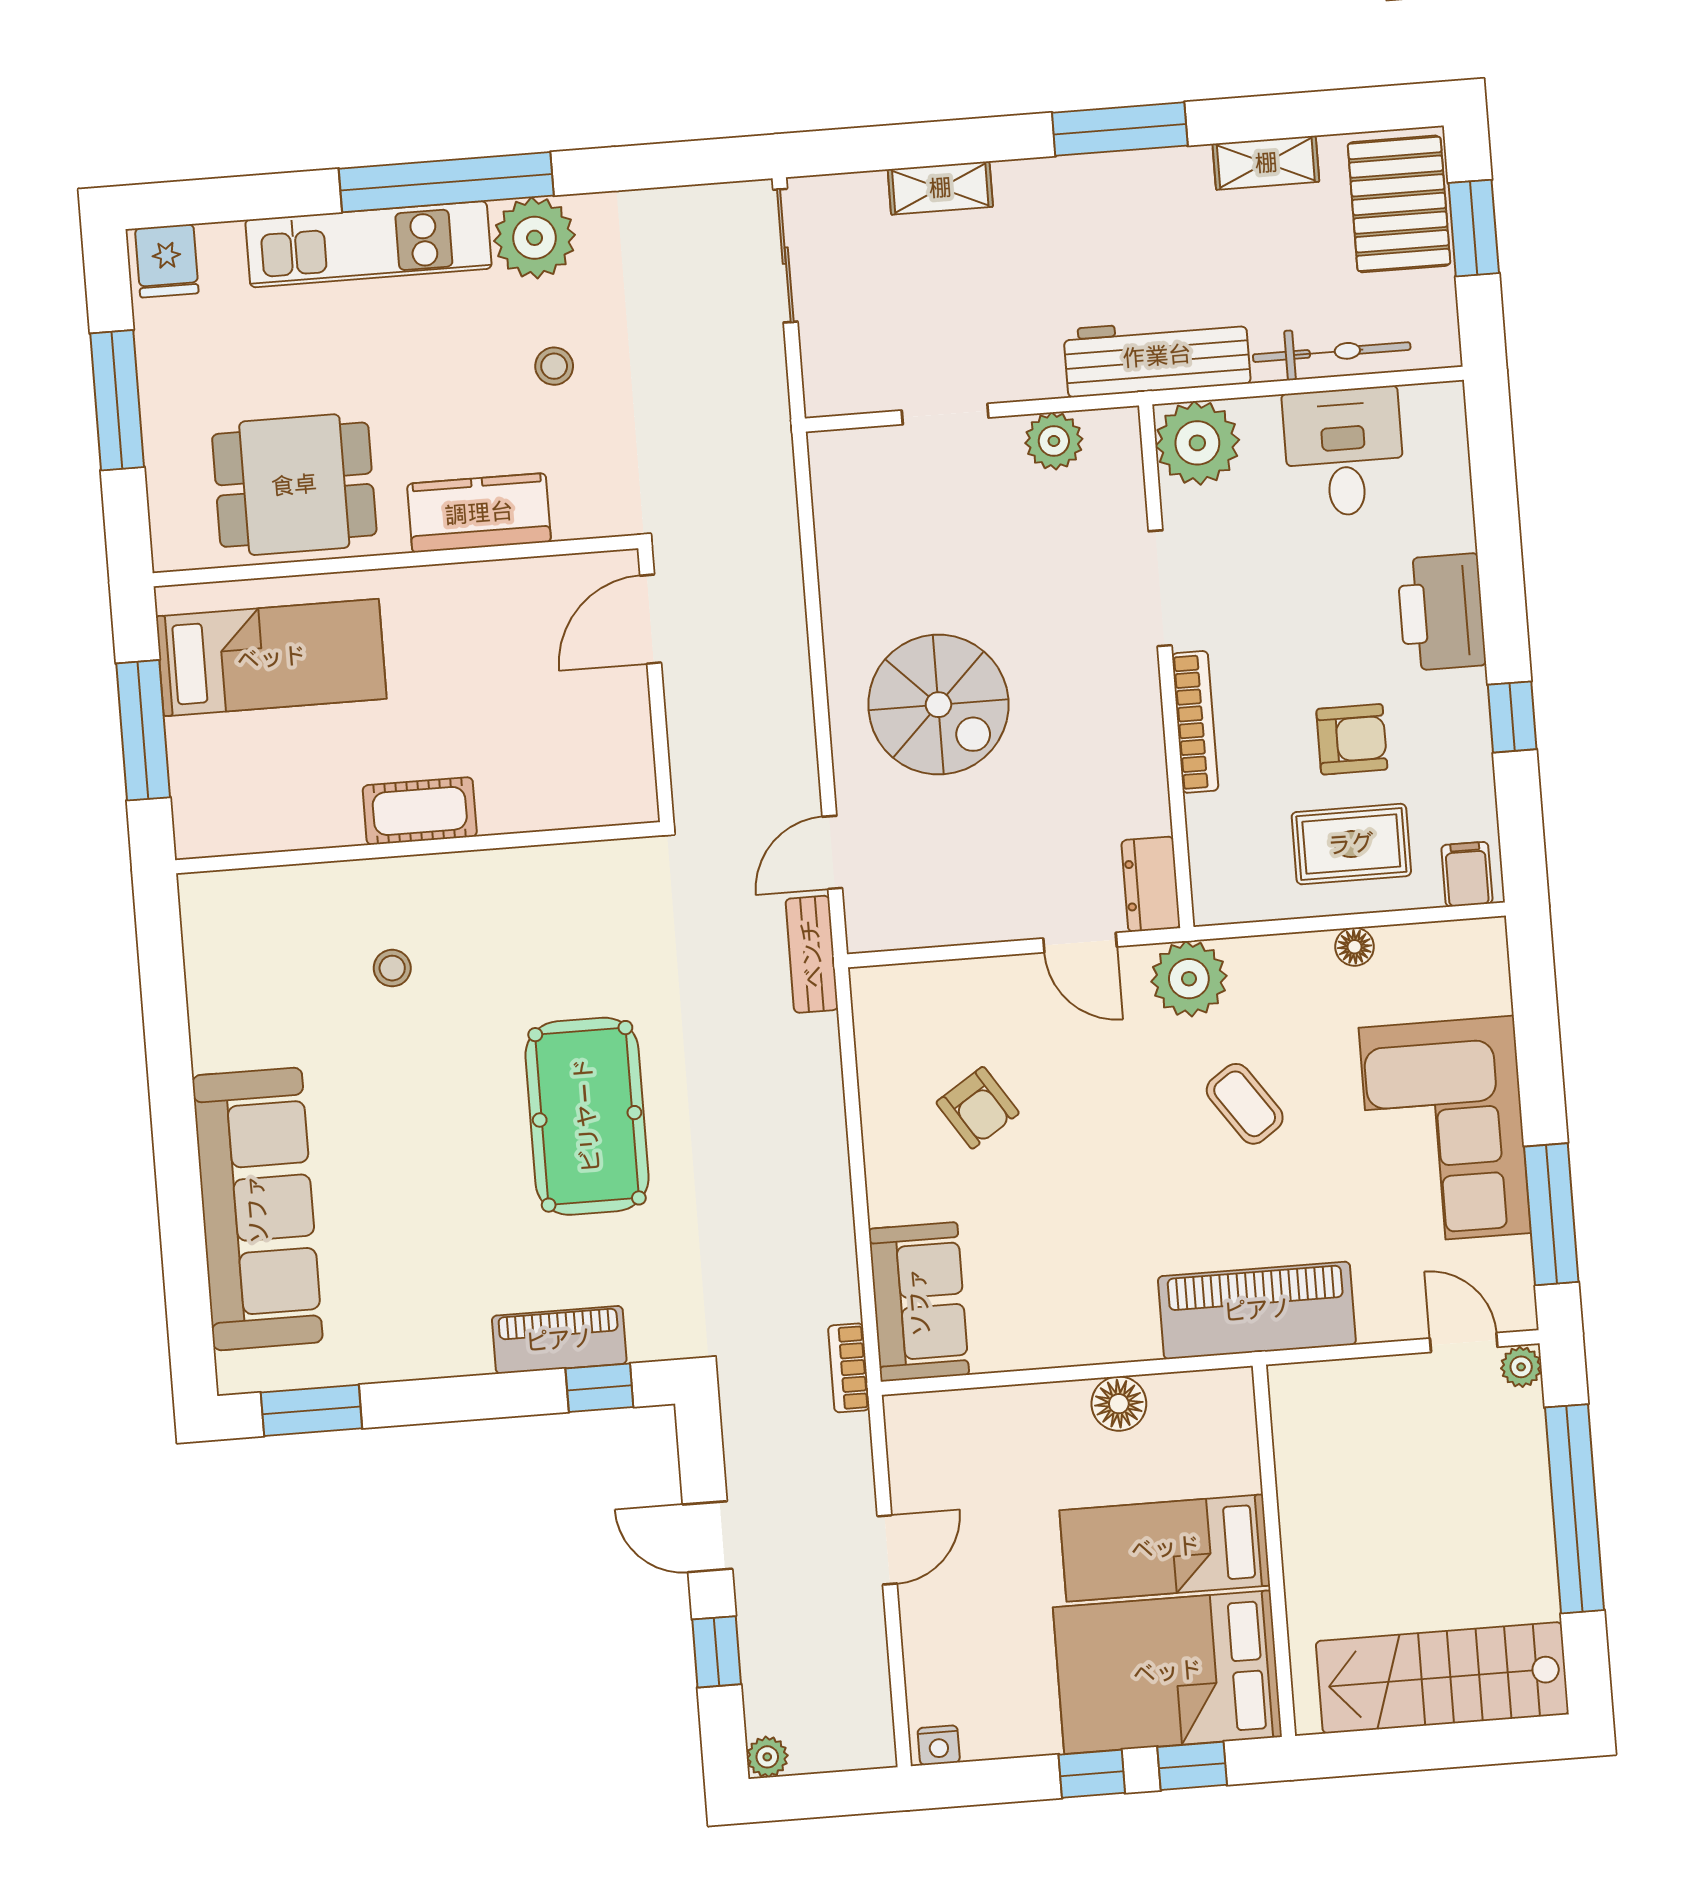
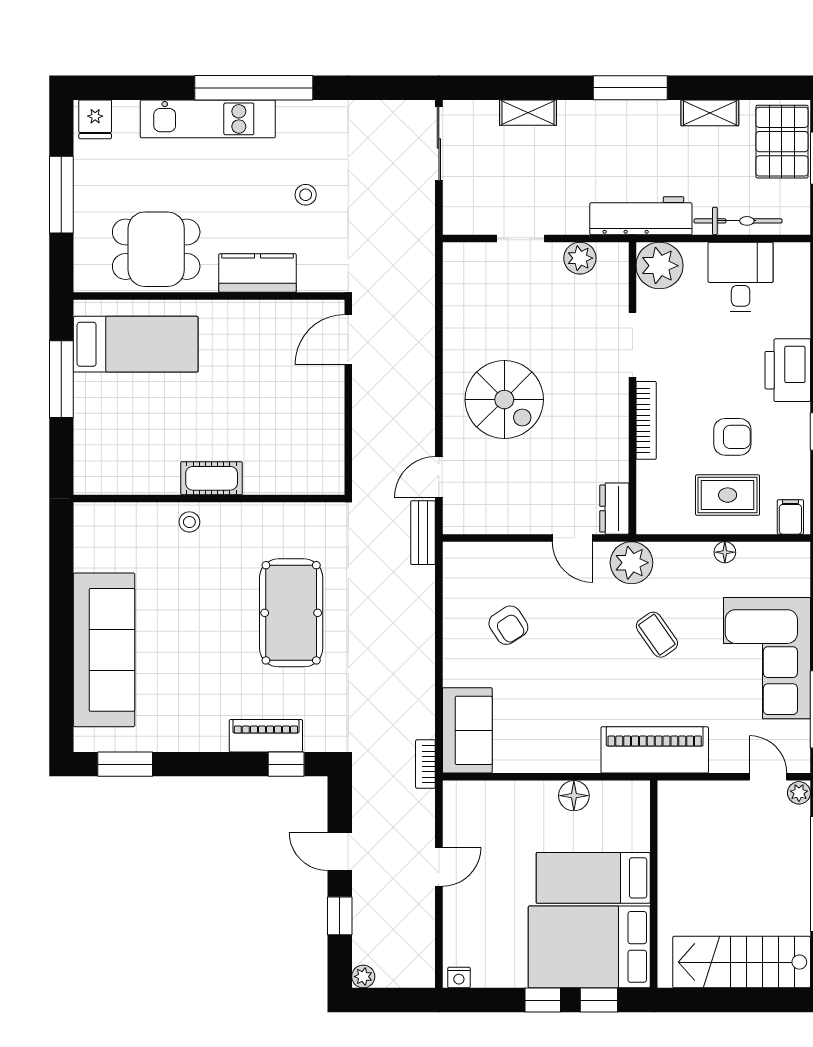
plant: (535, 238) -> (300, 123), removed
cot: (420, 811) -> (212, 478), moved
wall: (418, 848) -> (209, 499), moved

